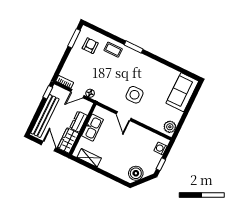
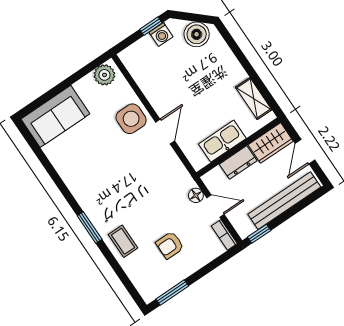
armchair: (90, 46) -> (170, 245), moved
side table: (134, 95) -> (131, 119), moved
washing machine: (160, 148) -> (161, 35), moved

